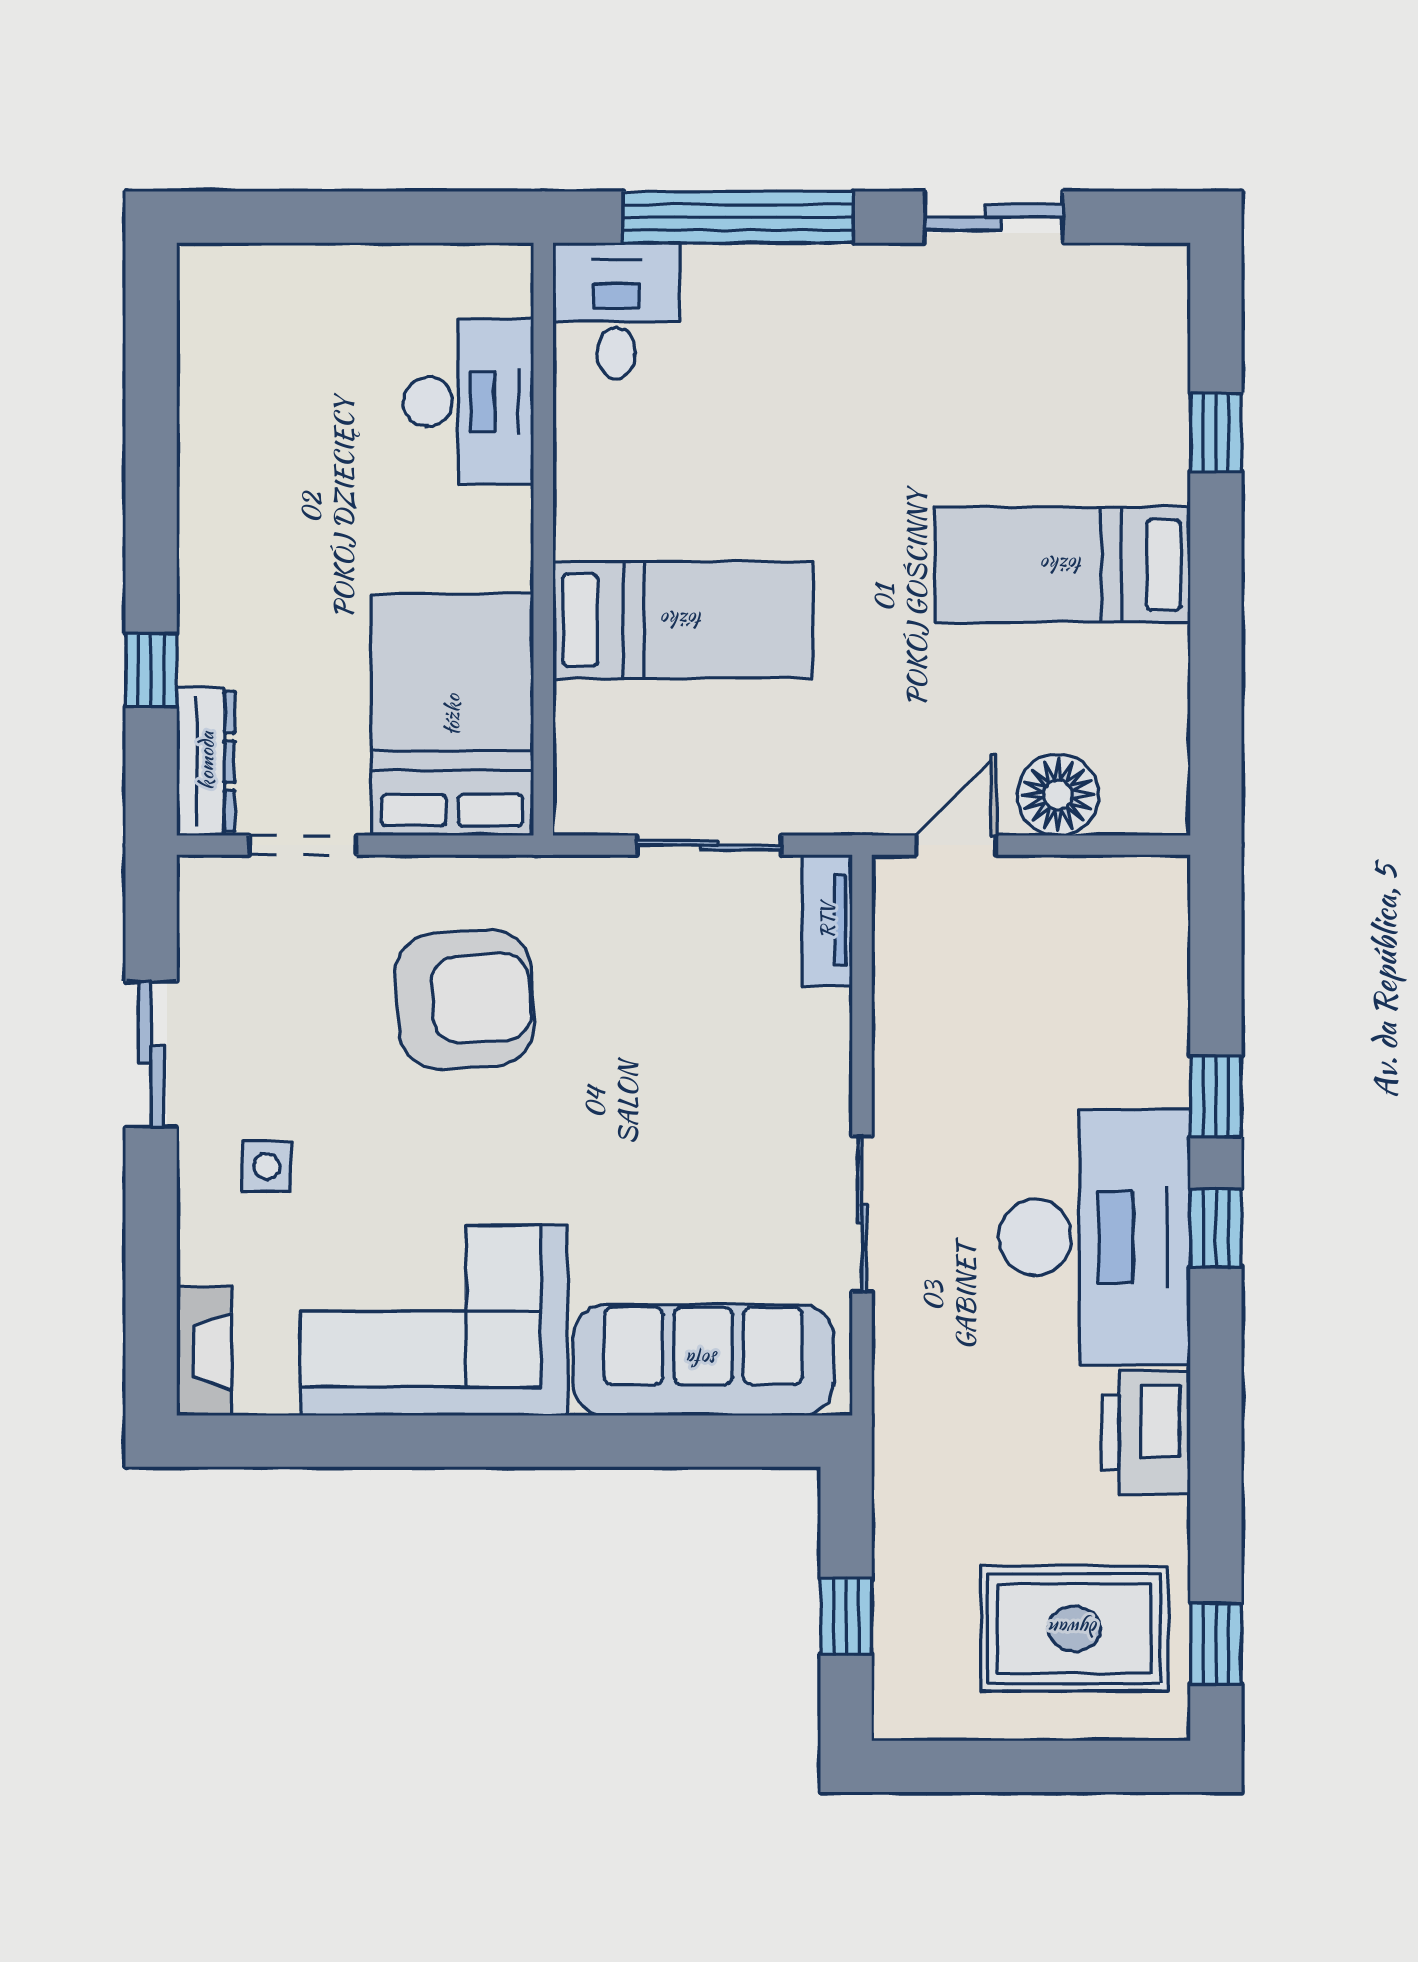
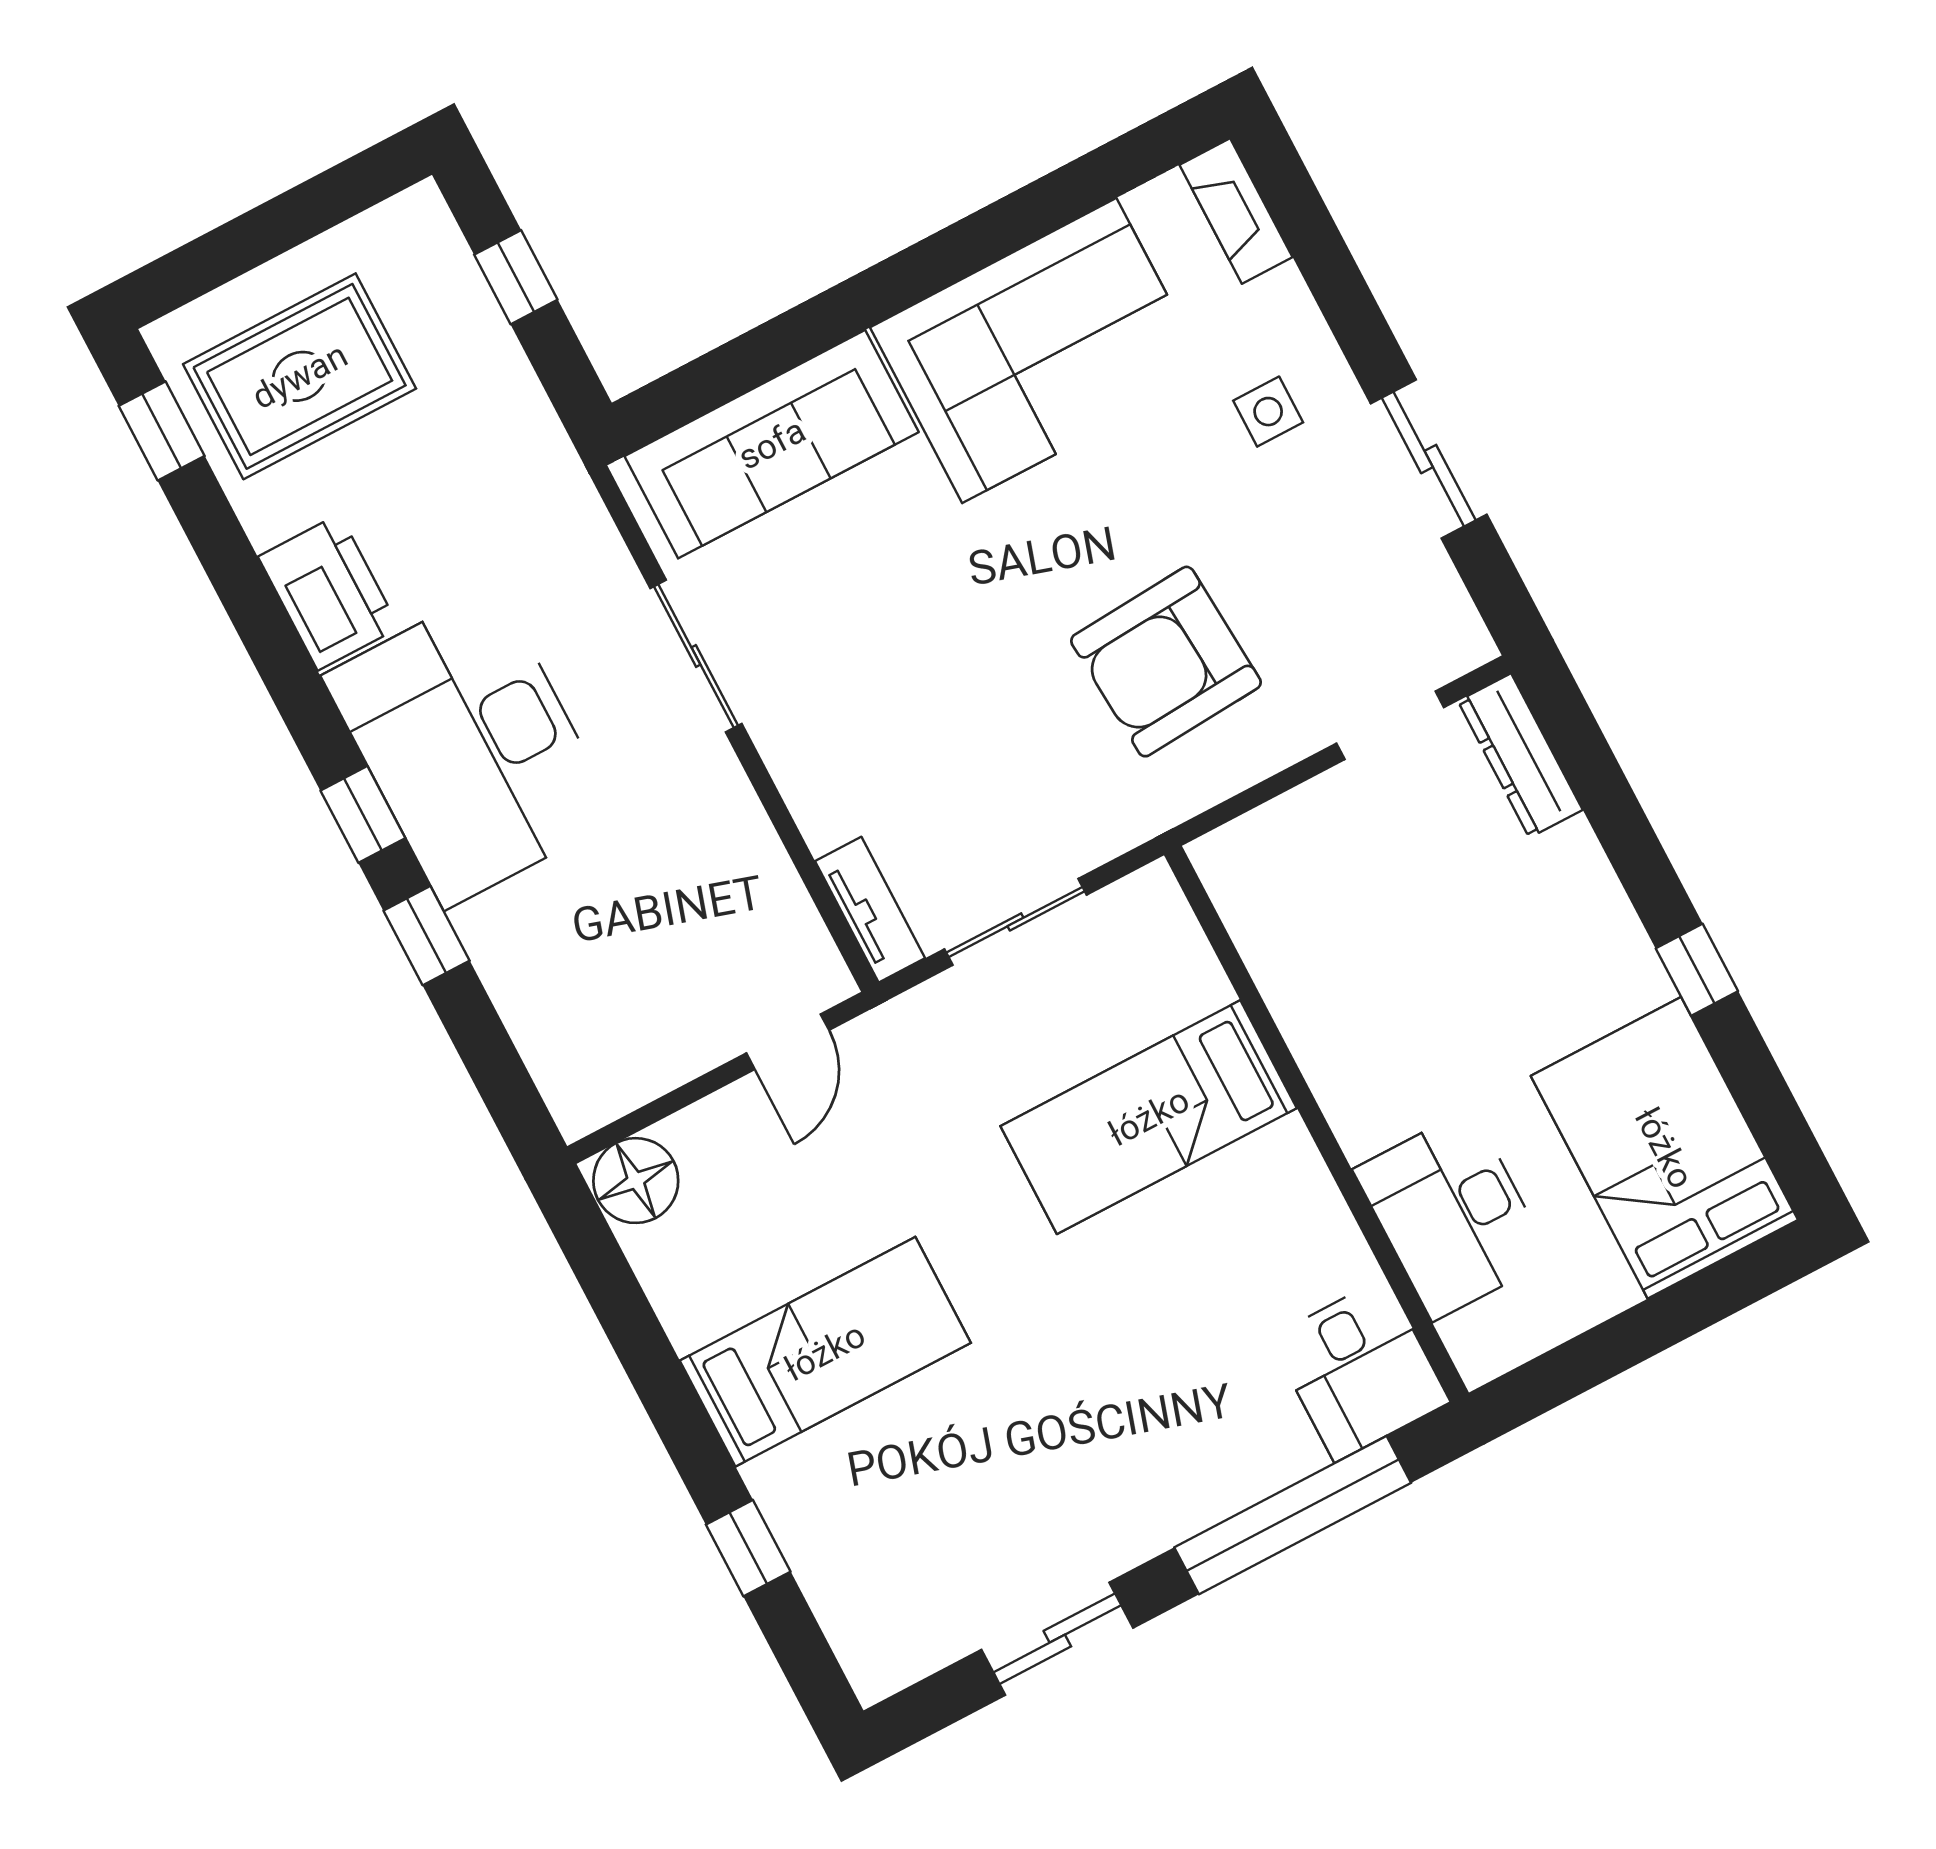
window: (151, 670) -> (1697, 970), moved
bed: (452, 715) -> (1664, 1148), moved, turned 180
floor lamp: (1058, 795) -> (636, 1181), moved

